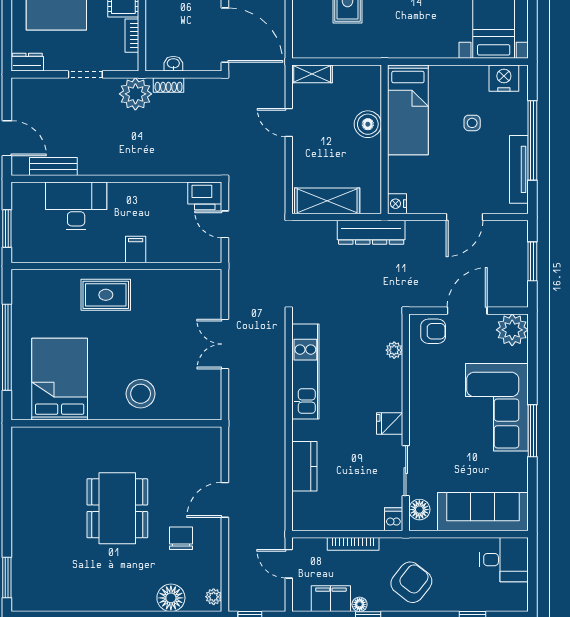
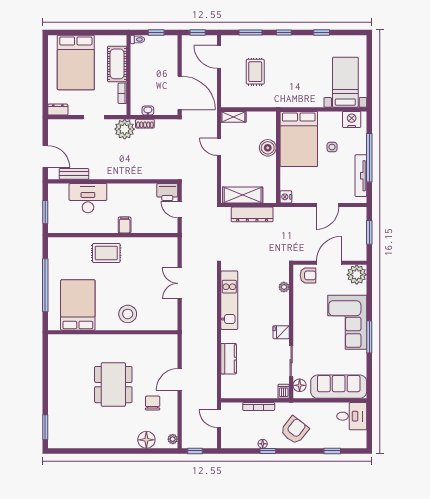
bed: (408, 110) -> (299, 139), width x1.50
dresser: (371, 232) -> (252, 214), moved
filing cabinet: (331, 599) -> (245, 440), removed

